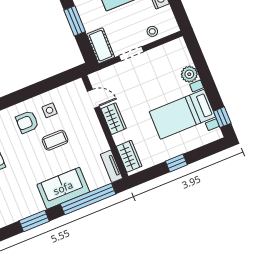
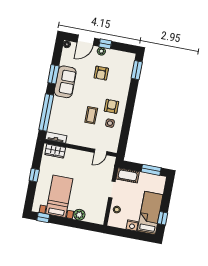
wardrobe: (114, 119) -> (82, 156), removed
sofa: (63, 188) -> (65, 82), moved

